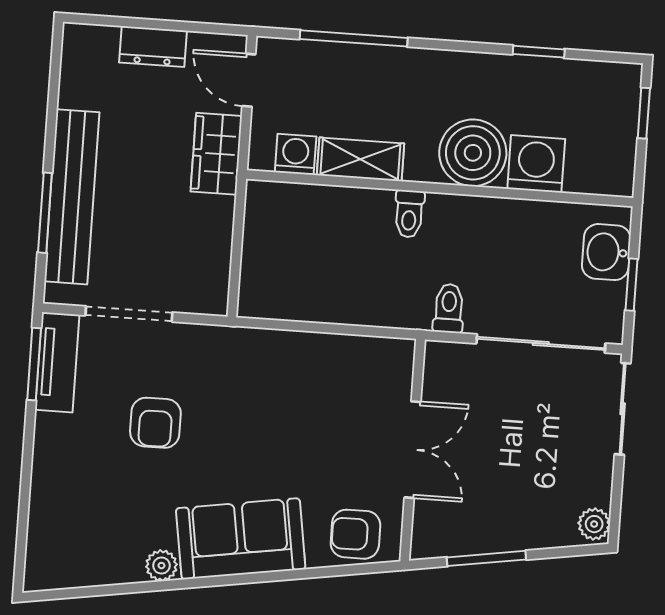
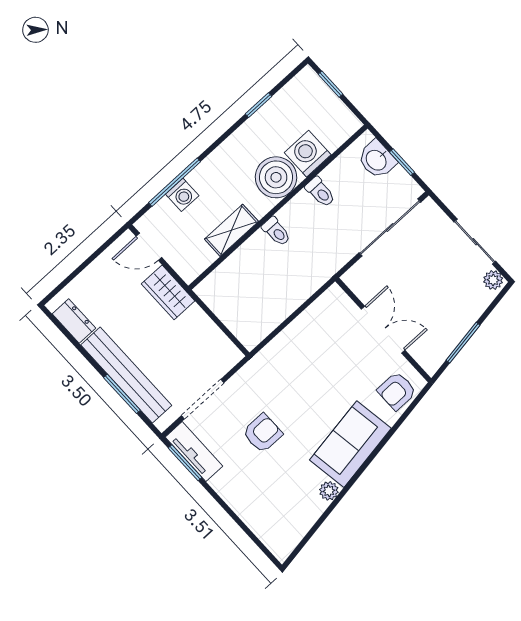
dresser: (153, 47) -> (74, 321), moved, turned -90
washing machine: (296, 154) -> (182, 195), moved, turned 180
toilet: (449, 308) -> (320, 192), moved, turned 180
sliding door: (623, 409) -> (475, 242), moved
armchair: (155, 423) -> (262, 433), turned -90

